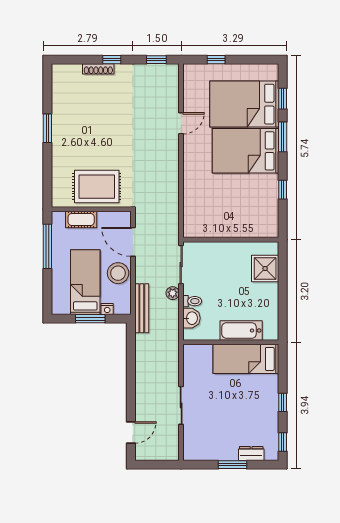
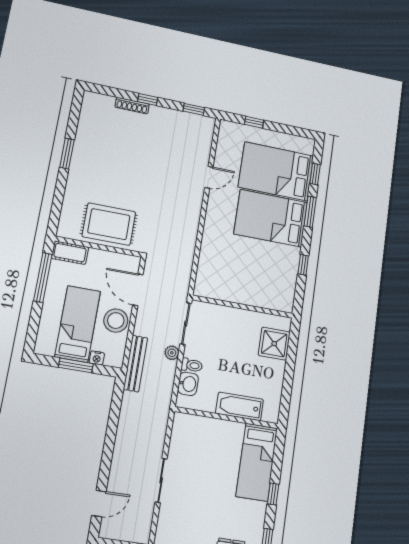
cot: (81, 220) -> (70, 253), moved
bed: (246, 359) -> (257, 462), moved, turned -90

